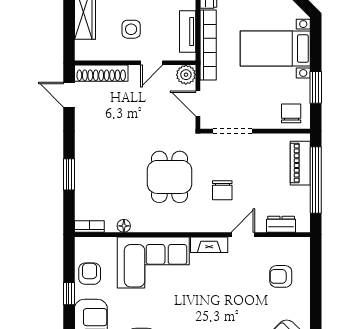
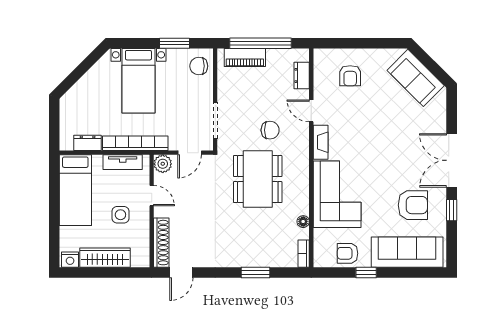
dining table: (169, 177) -> (258, 179), width x1.38

